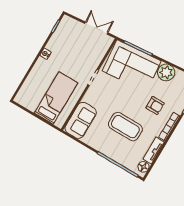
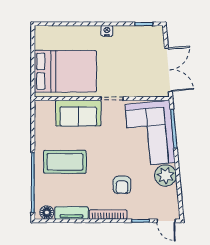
double door: (96, 28) -> (168, 70), width x1.37
bed: (56, 98) -> (65, 71), width x1.50
sofa: (81, 120) -> (78, 113), moved
coffee table: (125, 127) -> (65, 162), moved, turned 90

